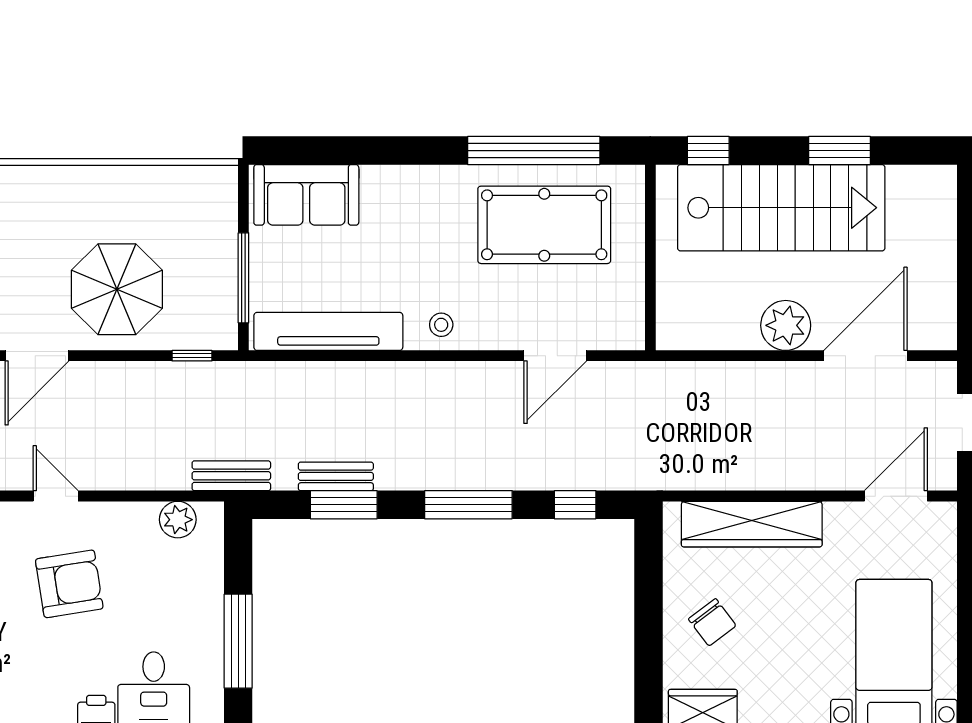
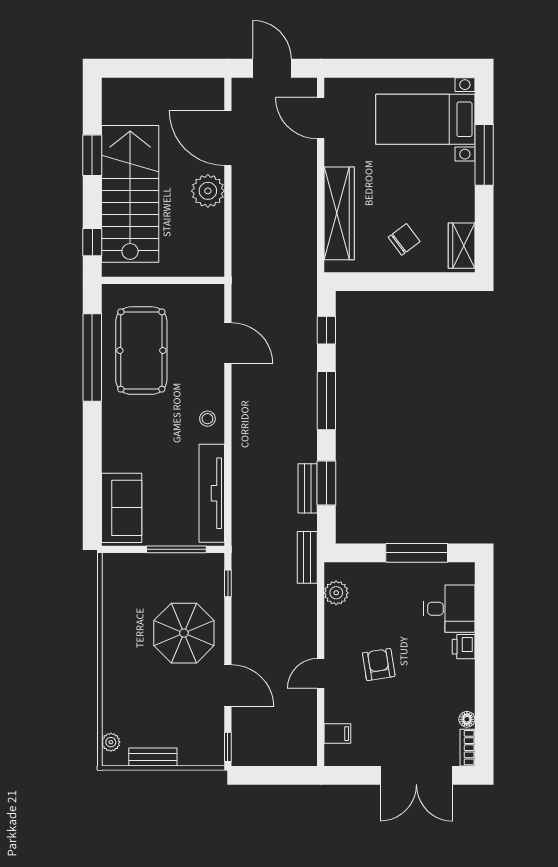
armchair: (69, 584) -> (379, 665), width x0.72, depth x0.72

